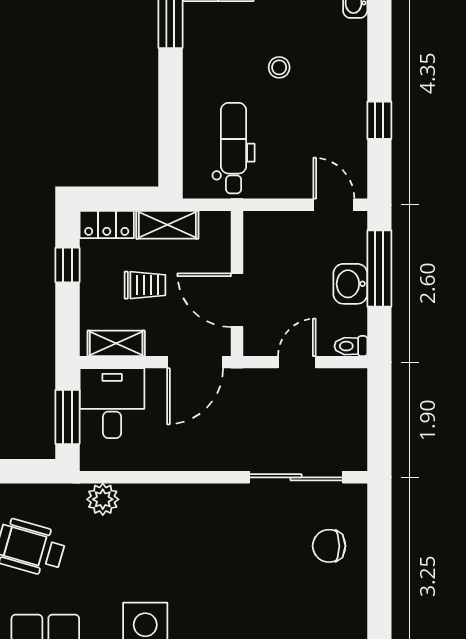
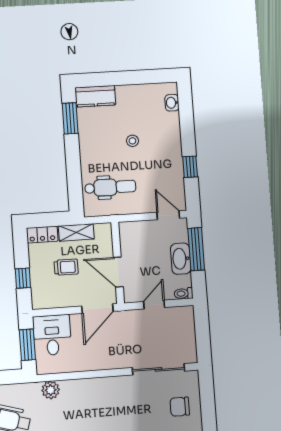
dental chair: (234, 148) -> (110, 187), turned 90
window: (67, 265) -> (23, 278), moved
washbasin: (350, 284) -> (181, 259), width x1.38
shelving: (116, 343) -> (52, 301), removed

